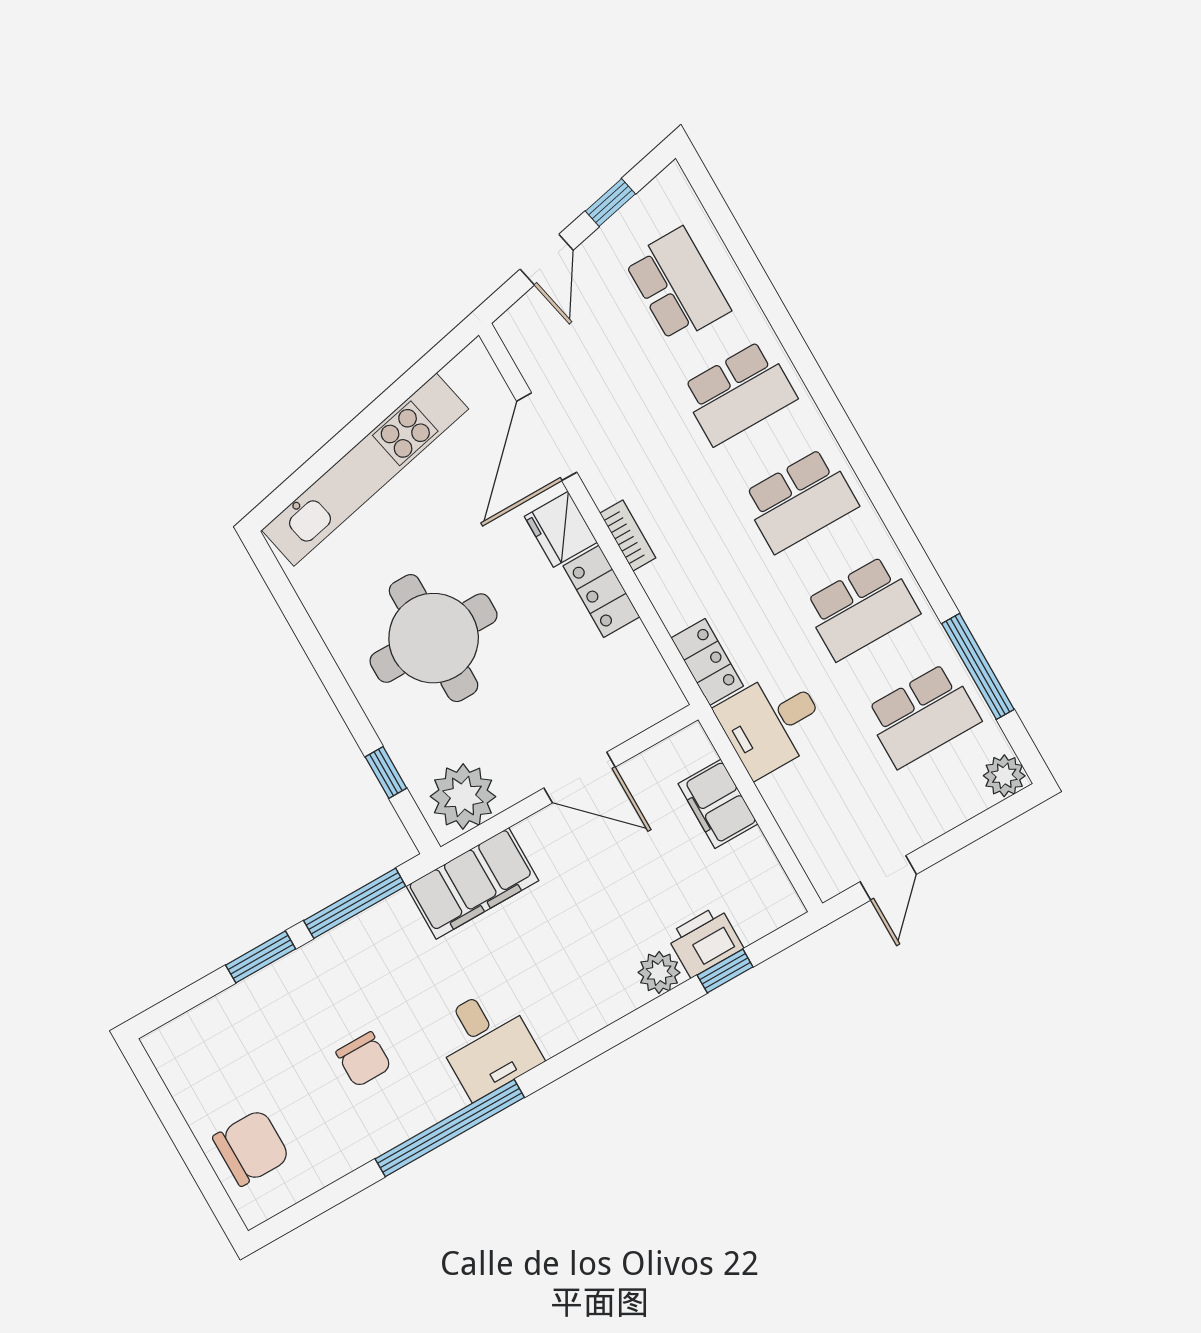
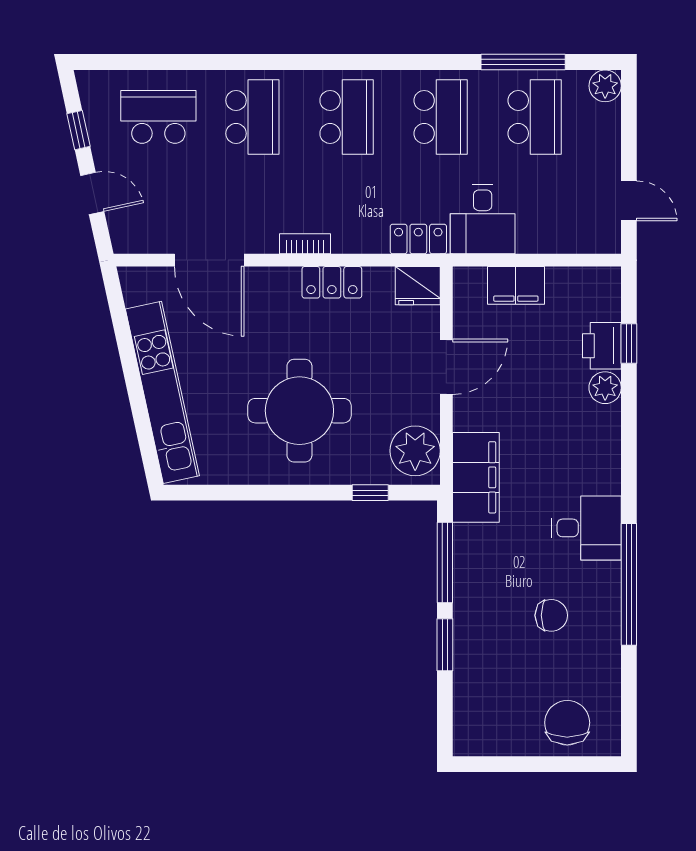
fridge: (561, 529) -> (418, 286), moved

